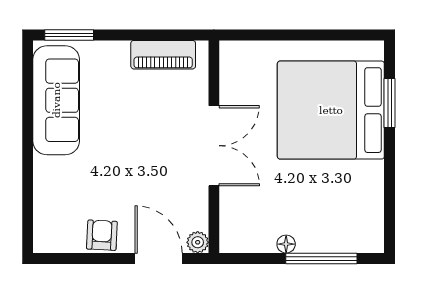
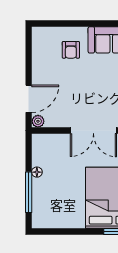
armchair: (102, 235) -> (71, 50), moved, turned 87

